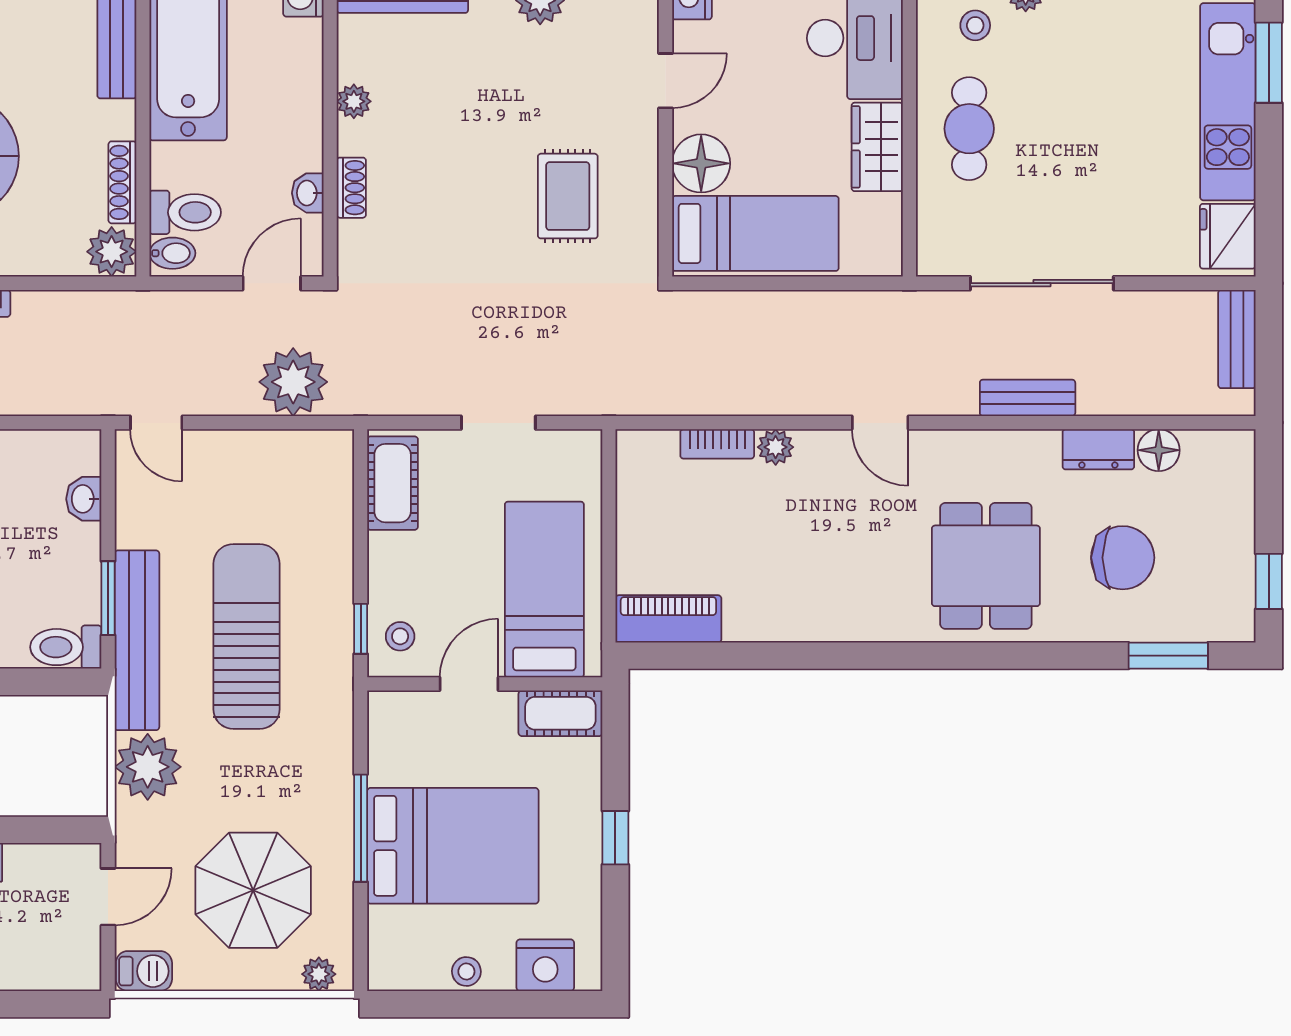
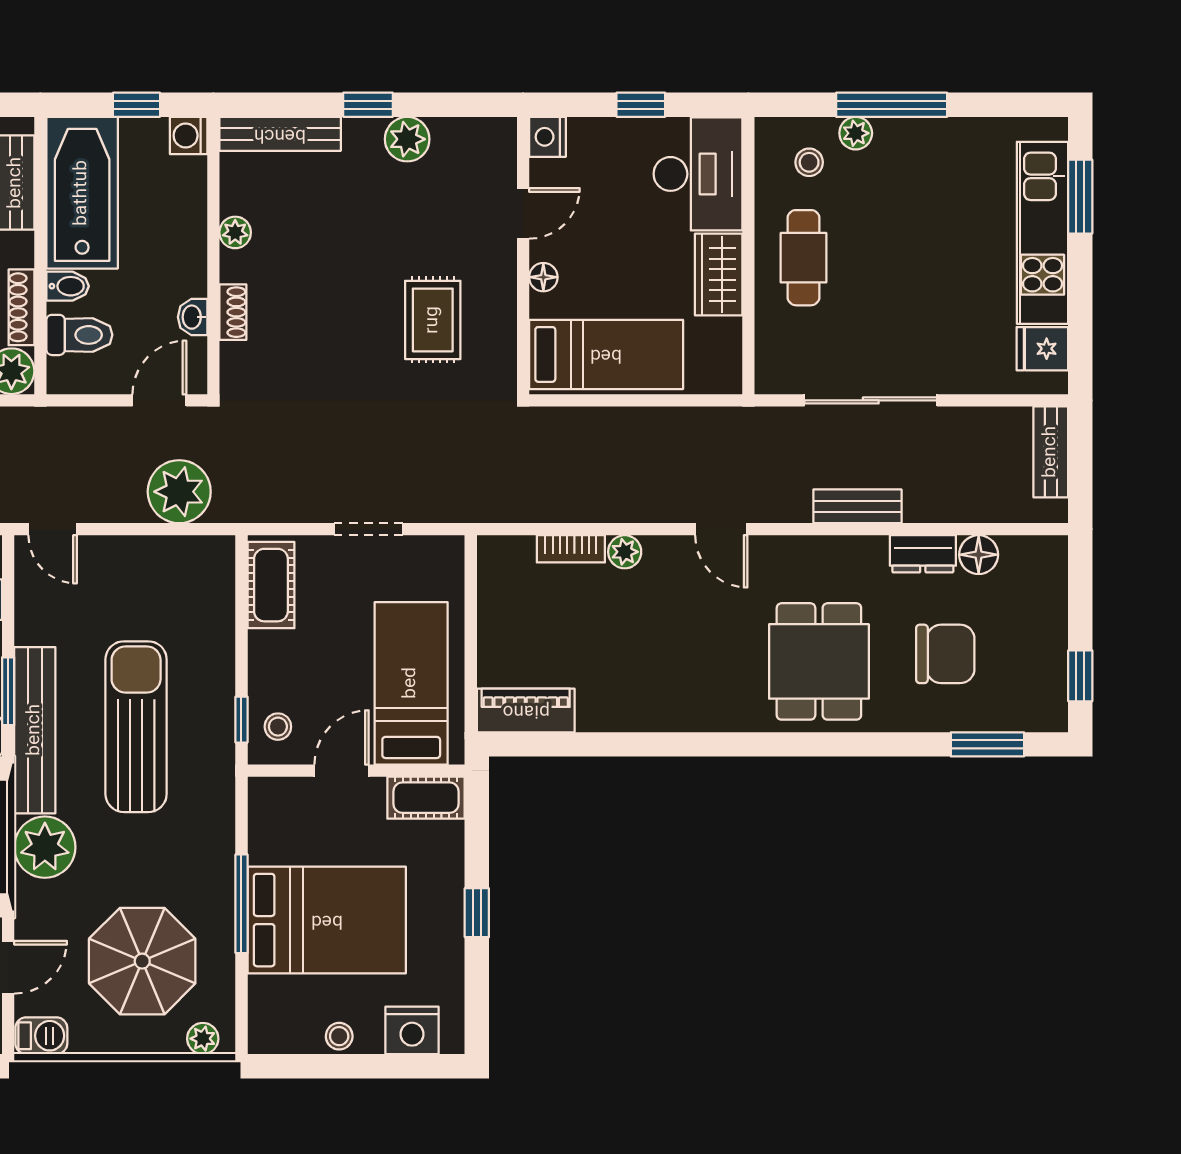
floor lamp: (701, 163) -> (543, 277), width x0.53, depth x0.53
fridge: (1228, 236) -> (1042, 349), width x0.72
bidet: (172, 253) -> (68, 286), moved

